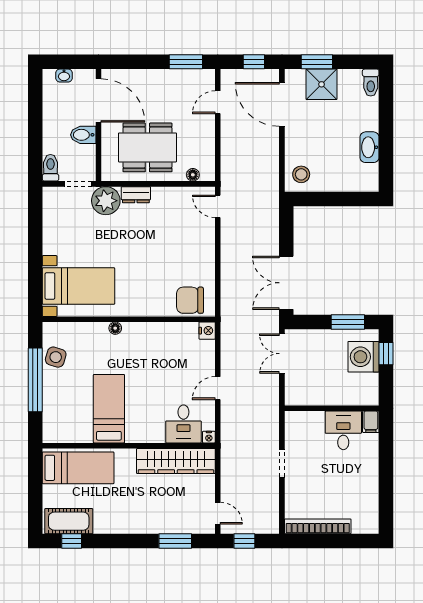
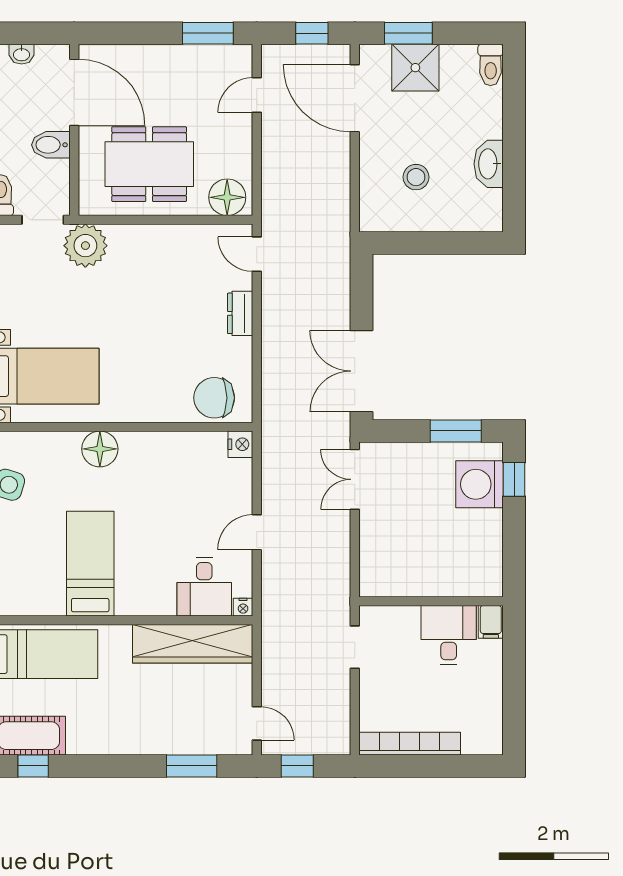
stool: (301, 174) -> (416, 177), moved
floor lamp: (193, 175) -> (227, 197), width x1.89, depth x1.89
dresser: (136, 195) -> (240, 313), moved, turned 90
floor lamp: (115, 328) -> (100, 449), width x1.89, depth x1.89
wall: (332, 408) -> (431, 601), moved
filing cabinet: (371, 422) -> (491, 622), moved
desk: (343, 430) -> (449, 635), moved

